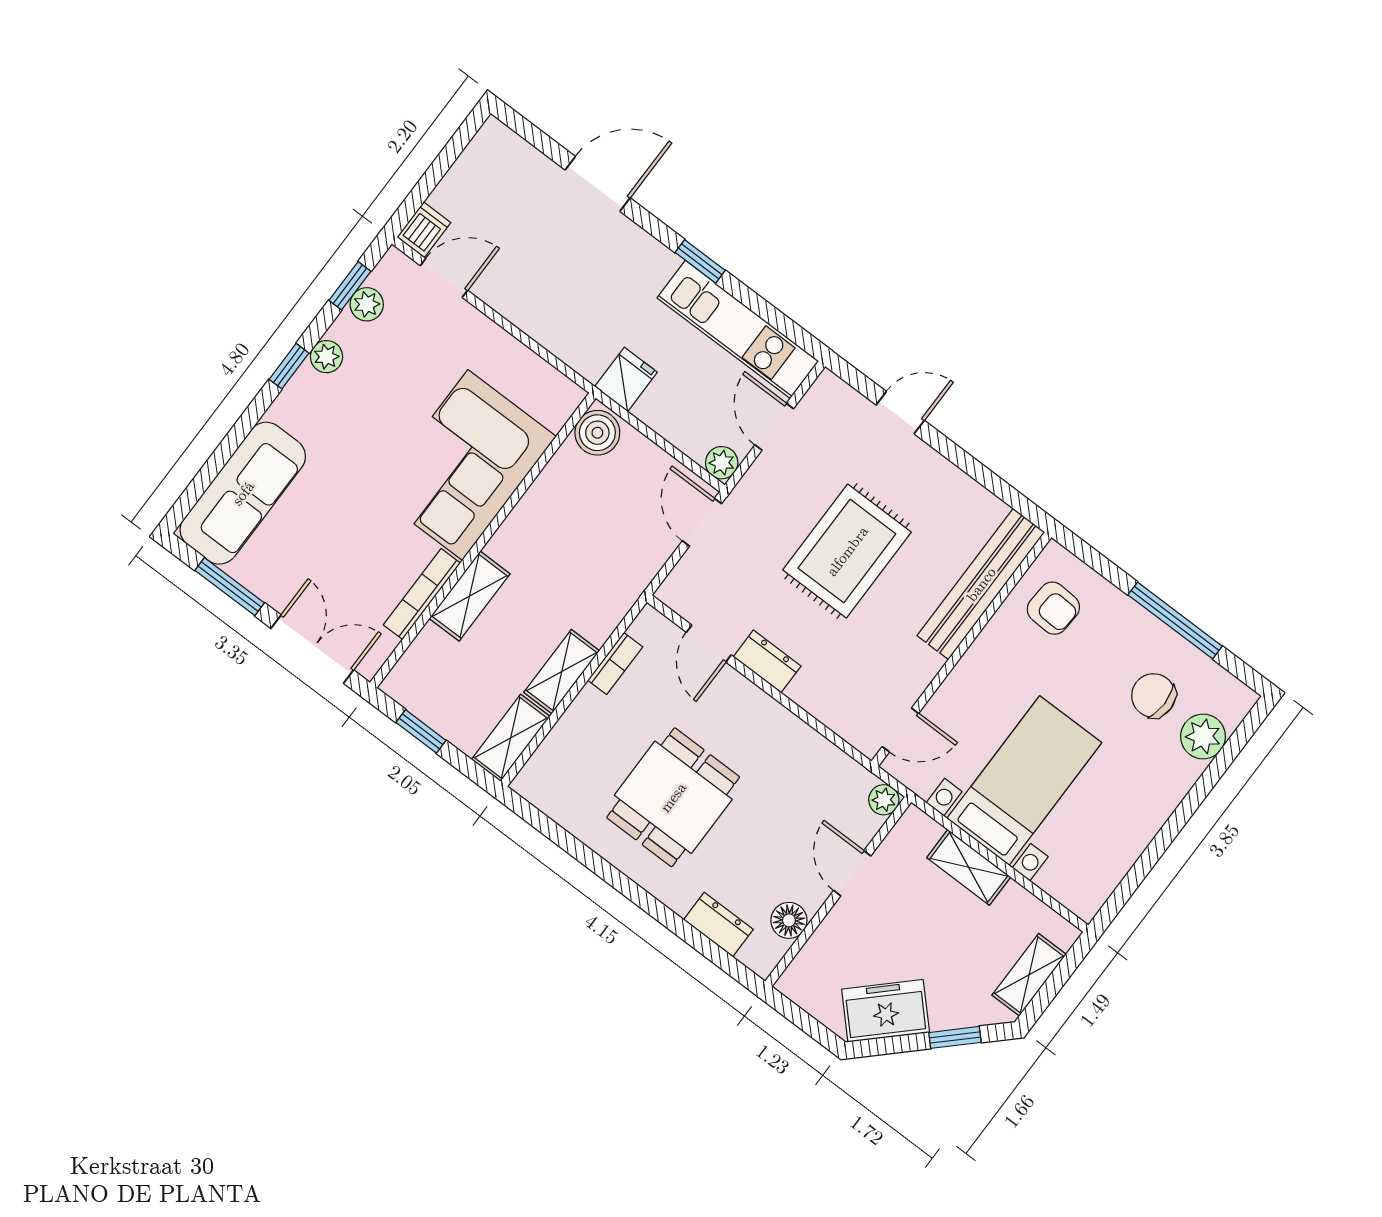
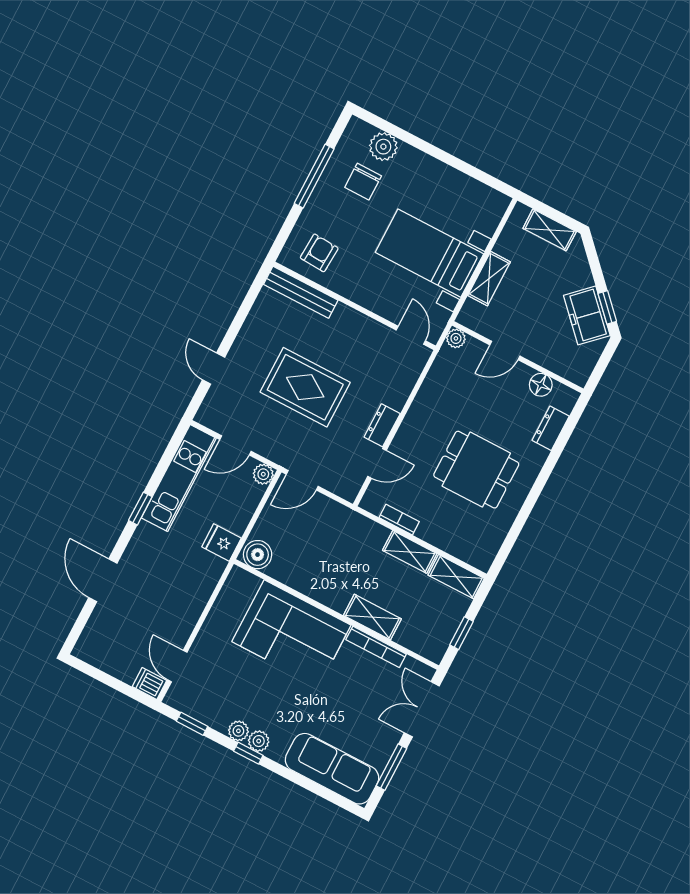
plant: (367, 304) -> (259, 741), moved
bench: (981, 584) -> (301, 292), width x0.73, depth x0.82
window: (955, 1037) -> (607, 307), moved

